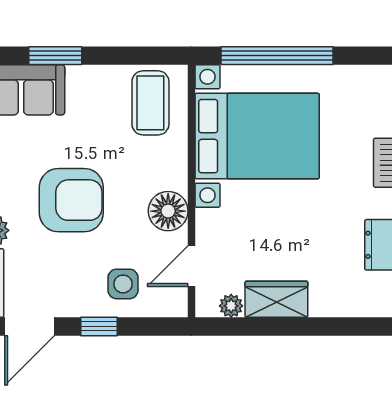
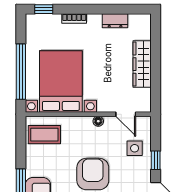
floor lamp: (168, 211) -> (98, 121), width x0.53, depth x0.53
wardrobe: (276, 299) -> (142, 64), width x1.50
plant: (231, 306) -> (145, 94), removed

